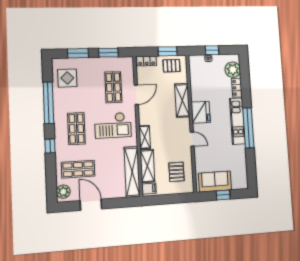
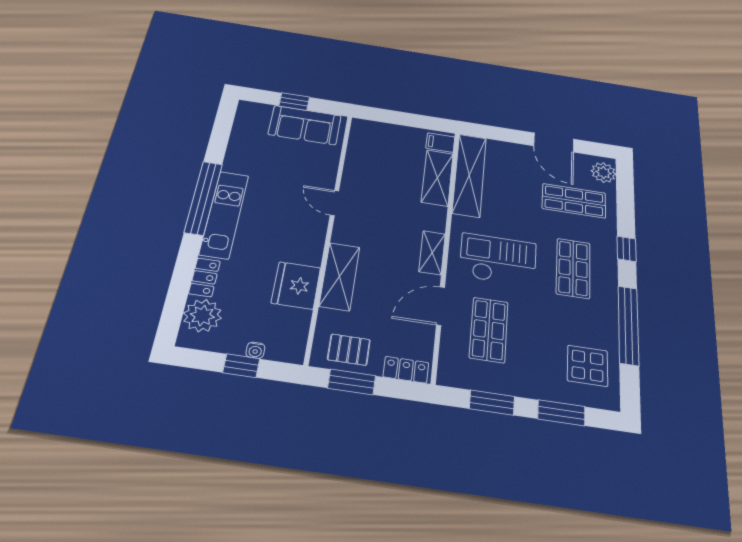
fridge: (201, 112) -> (296, 285), moved
shelving: (145, 137) -> (432, 253), moved
pallet: (176, 172) -> (380, 156), removed

